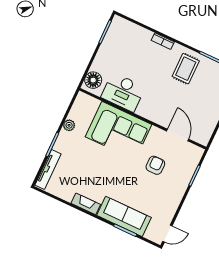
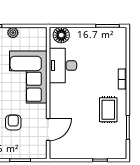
rug: (186, 69) -> (108, 110), turned 90
armchair: (155, 165) -> (13, 123), turned -90

